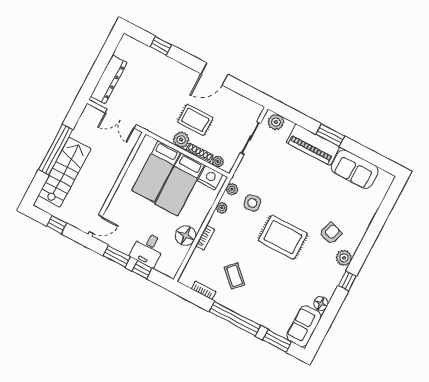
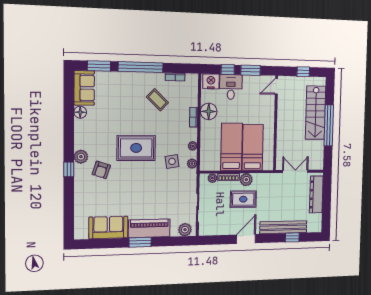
bench: (165, 63) -> (283, 227), added
nightstand: (210, 178) -> (211, 81), moved, turned 180
window: (347, 281) -> (69, 169), moved

